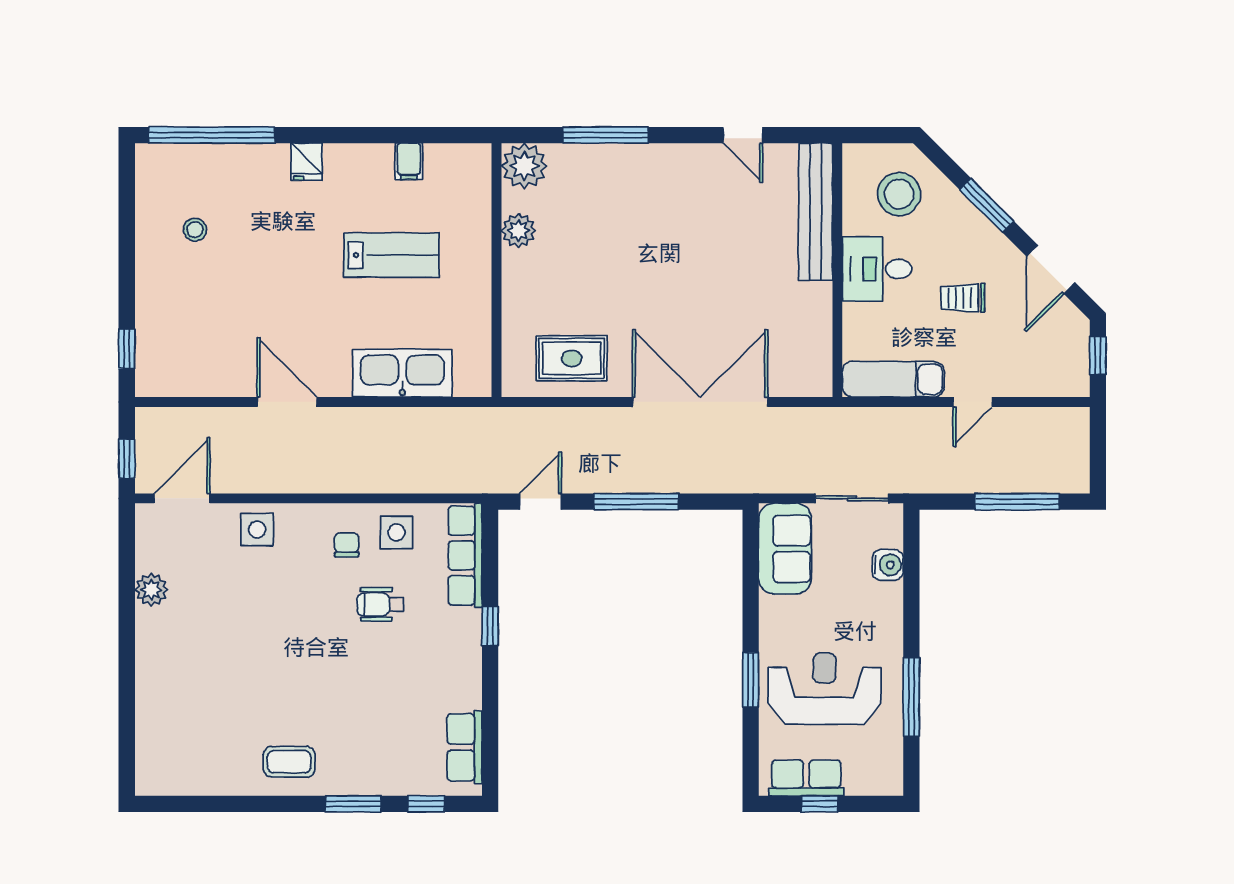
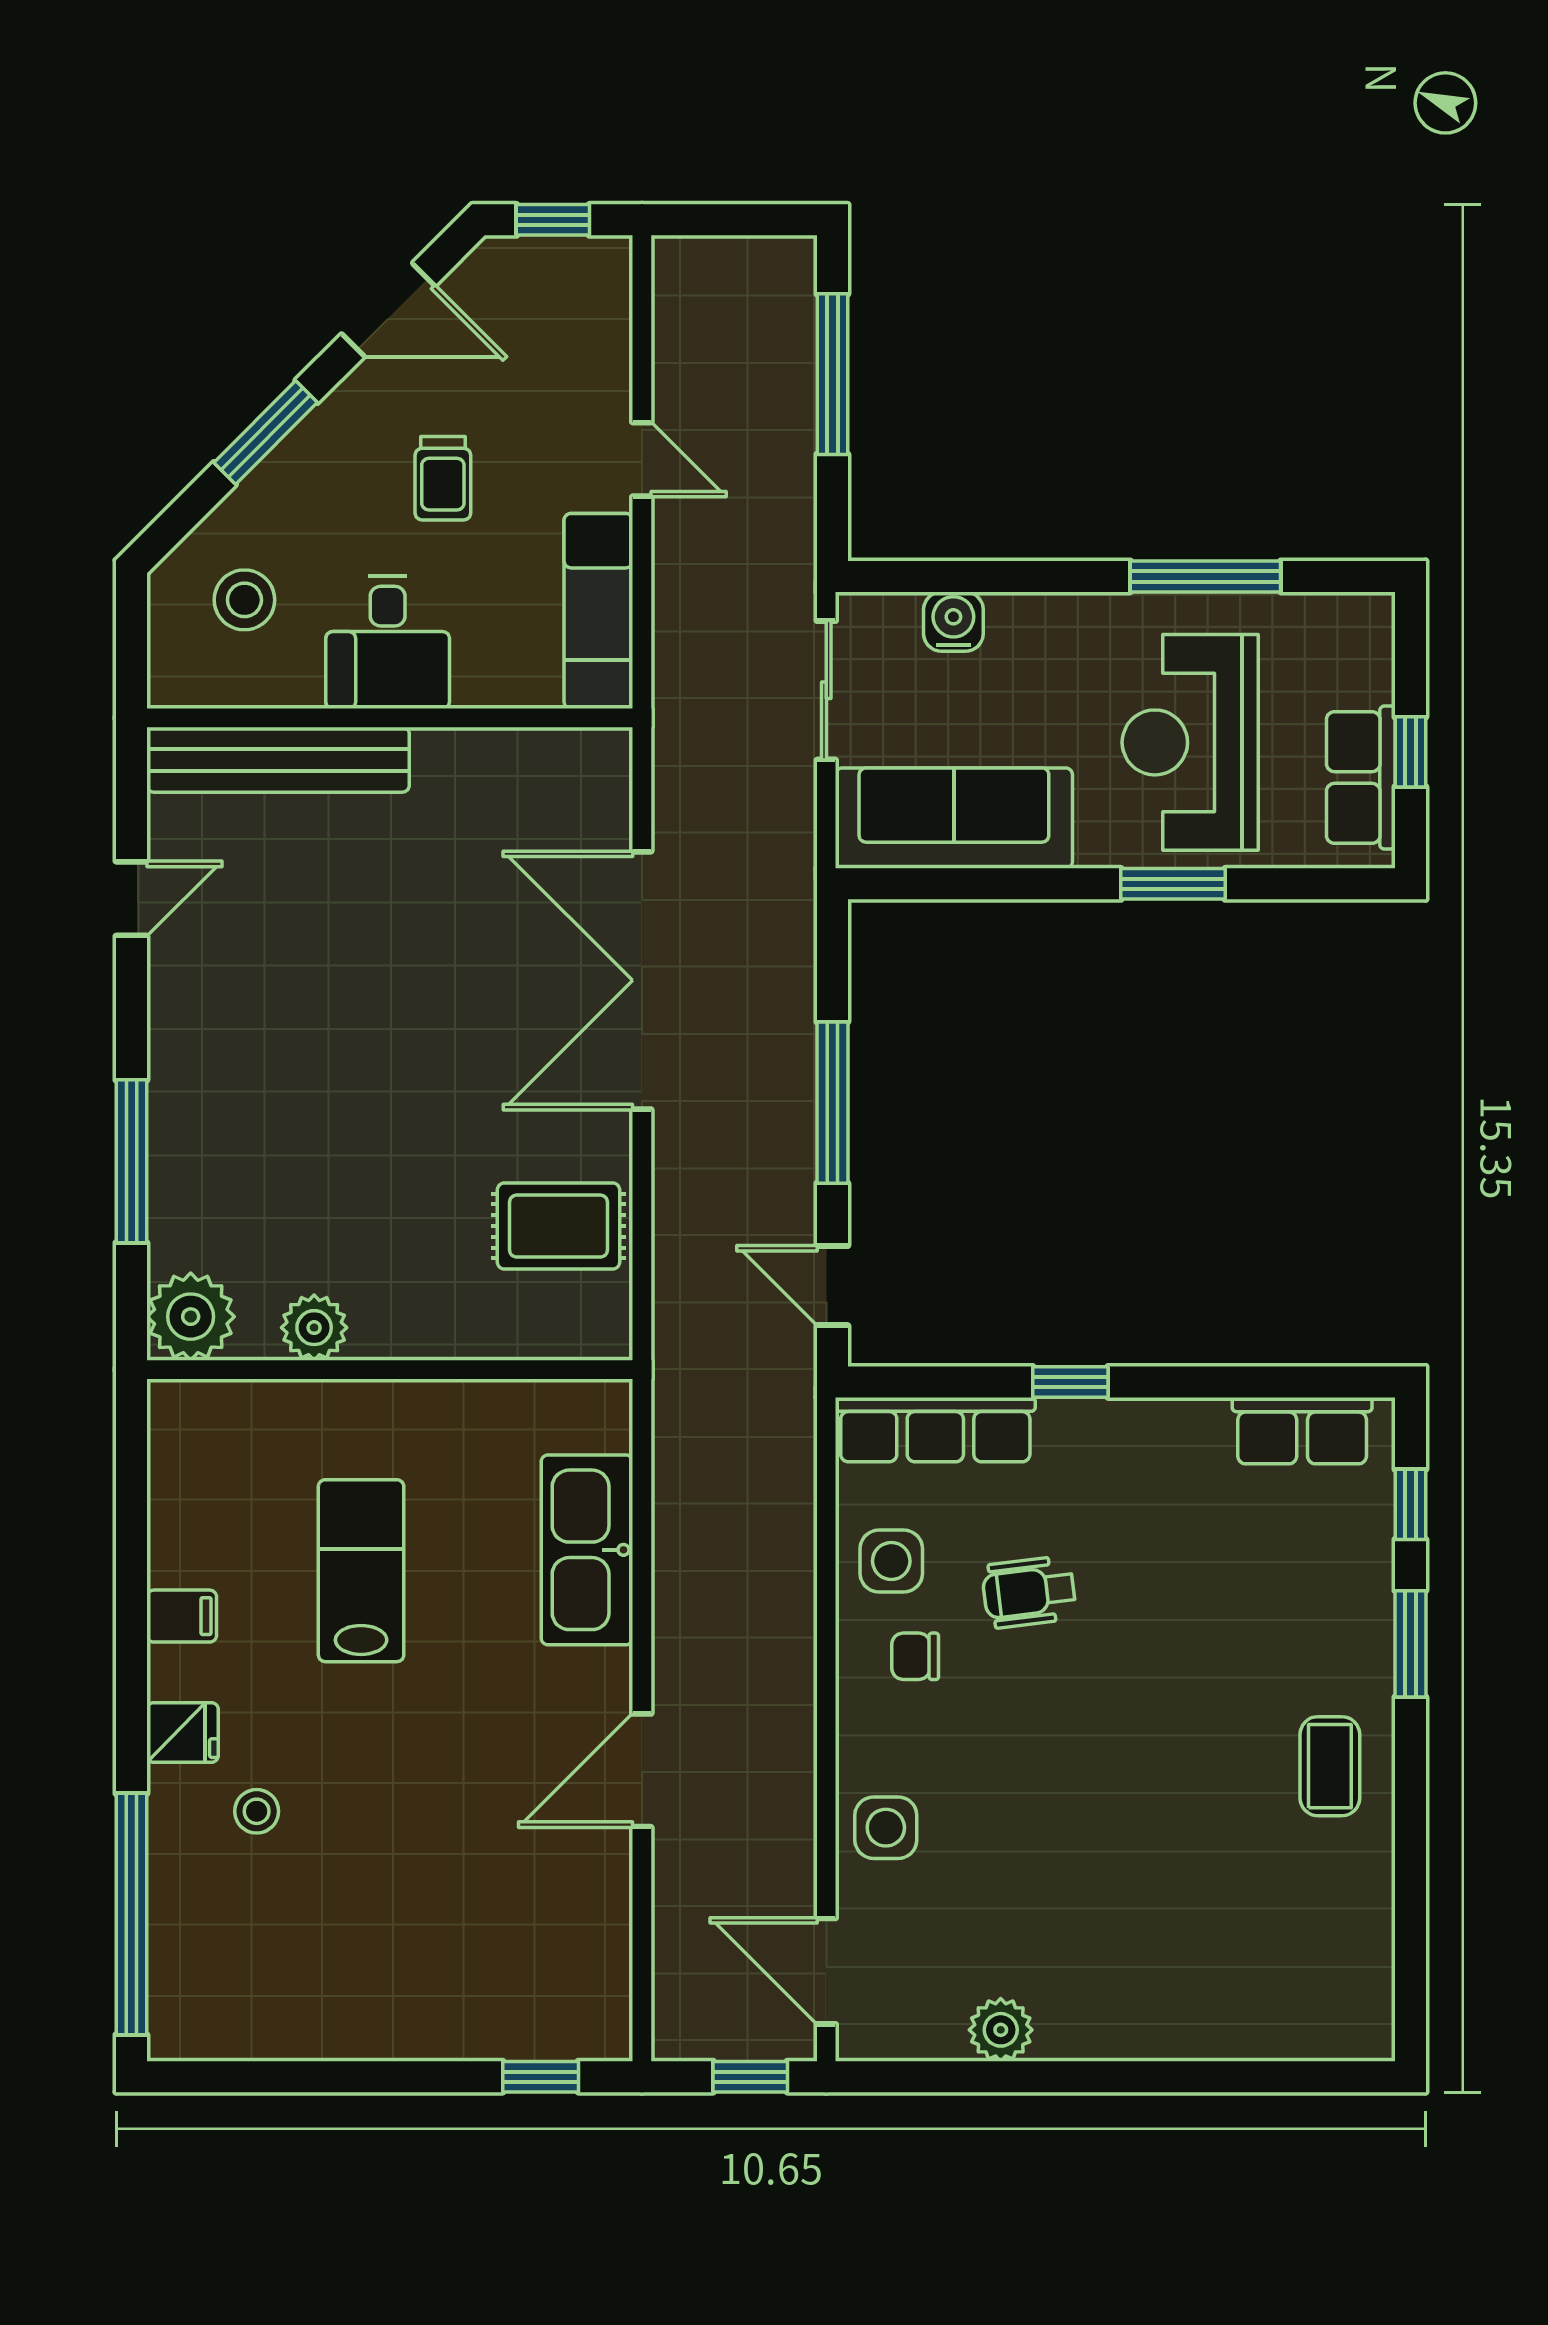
filing cabinet: (409, 161) -> (182, 1616), moved
stool: (899, 194) -> (244, 600), width x0.73, depth x0.73
stool: (195, 230) -> (257, 1811), moved
rug: (572, 358) -> (558, 1226), turned 90
sofa: (785, 549) -> (954, 818), width x1.36
wheelchair: (380, 604) -> (1029, 1592), turned 83

